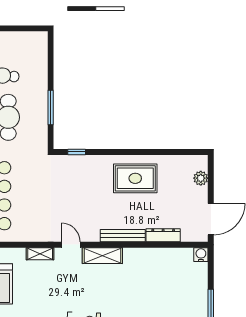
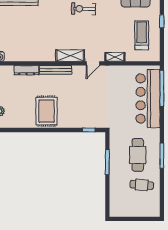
rug: (135, 178) -> (47, 111), turned 90
door: (71, 245) -> (93, 63), hinge flipped

